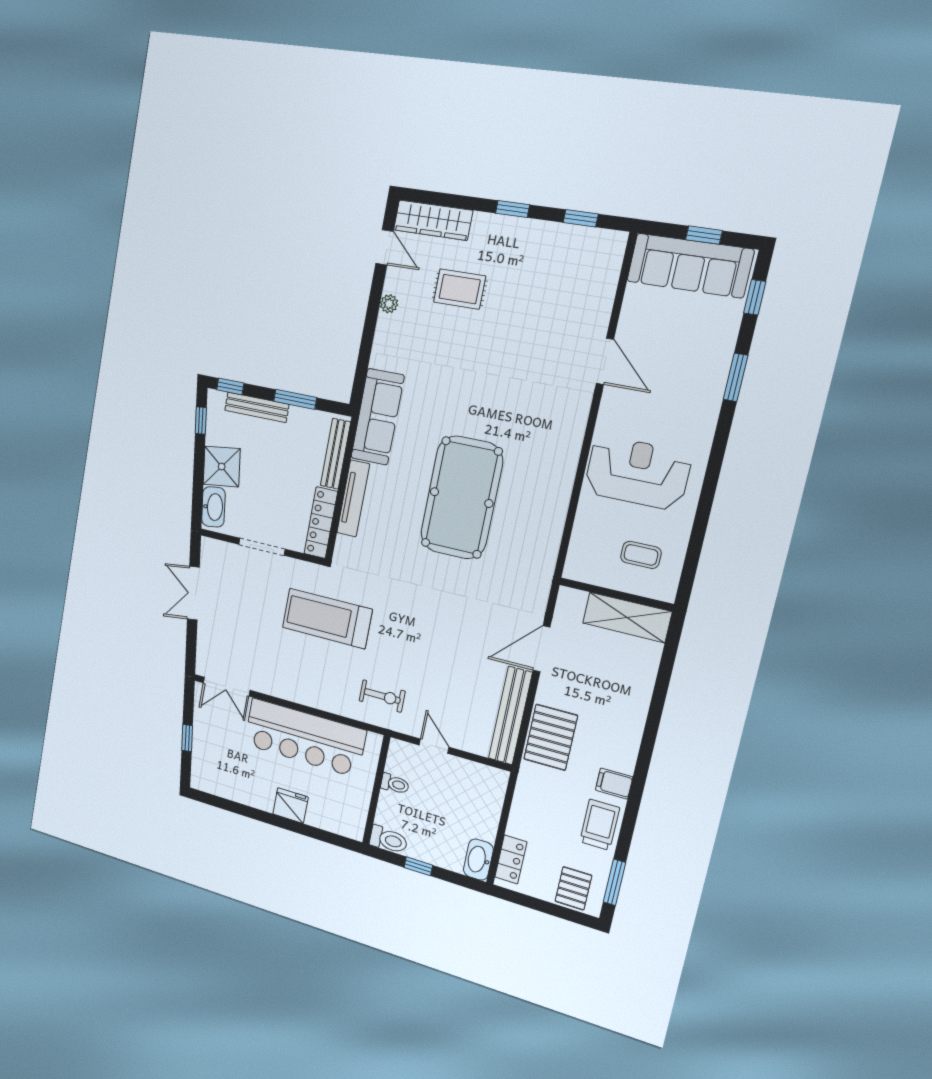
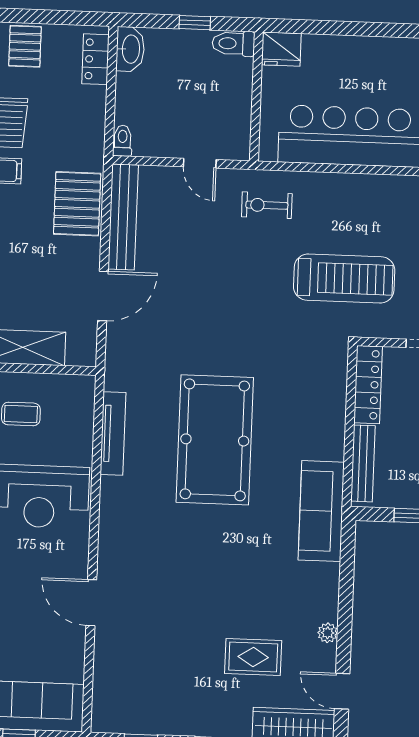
tv unit: (353, 498) -> (113, 434), moved, turned 180
toilet: (395, 784) -> (122, 141), moved, turned 90
fridge: (291, 806) -> (281, 49), moved

